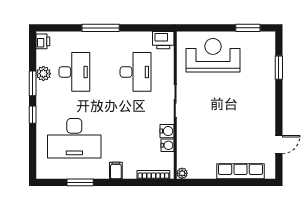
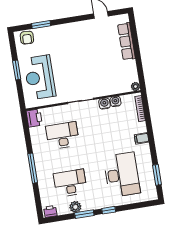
window: (248, 28) -> (17, 70), moved
armchair: (265, 47) -> (27, 38), added
window: (80, 182) -> (157, 175), moved

